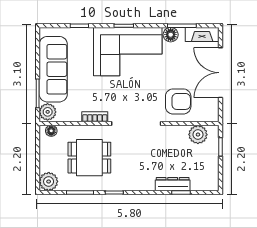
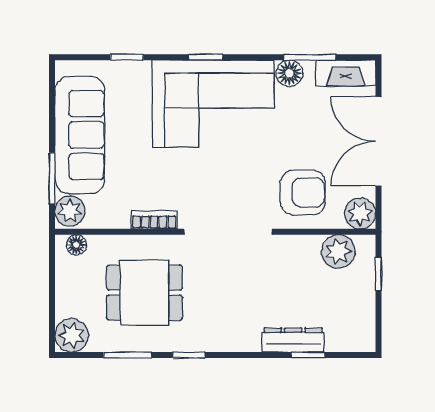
plant: (210, 113) -> (360, 213), added

